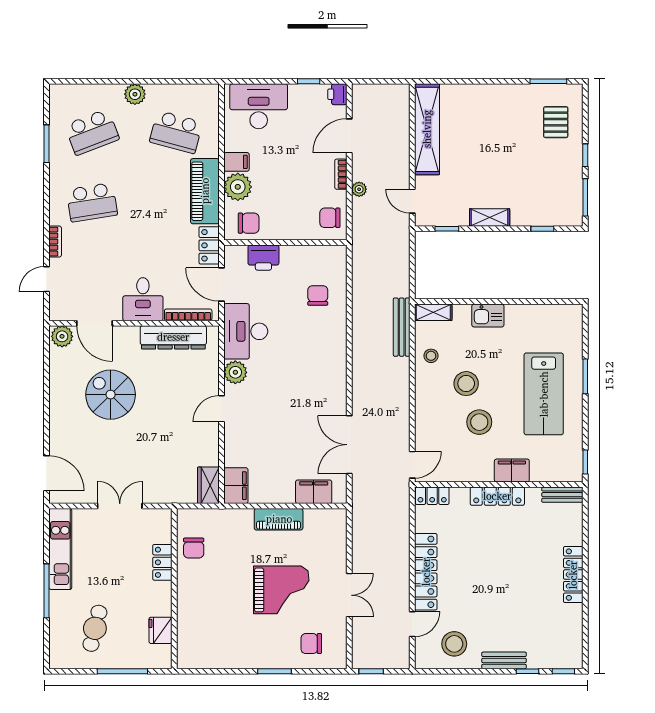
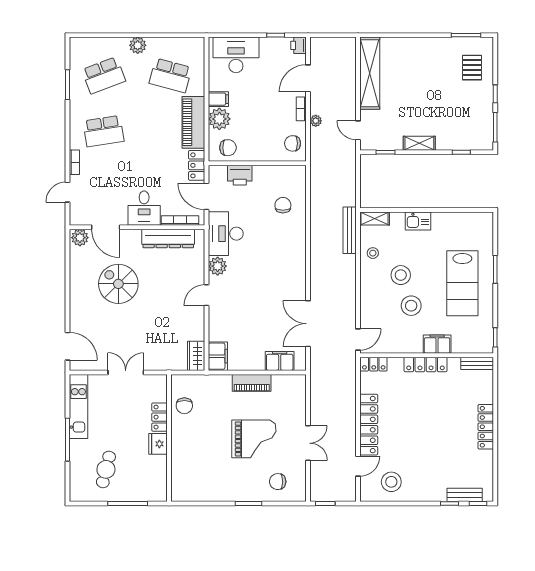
fridge: (160, 630) -> (158, 444), moved
bench: (504, 660) -> (465, 495), moved

